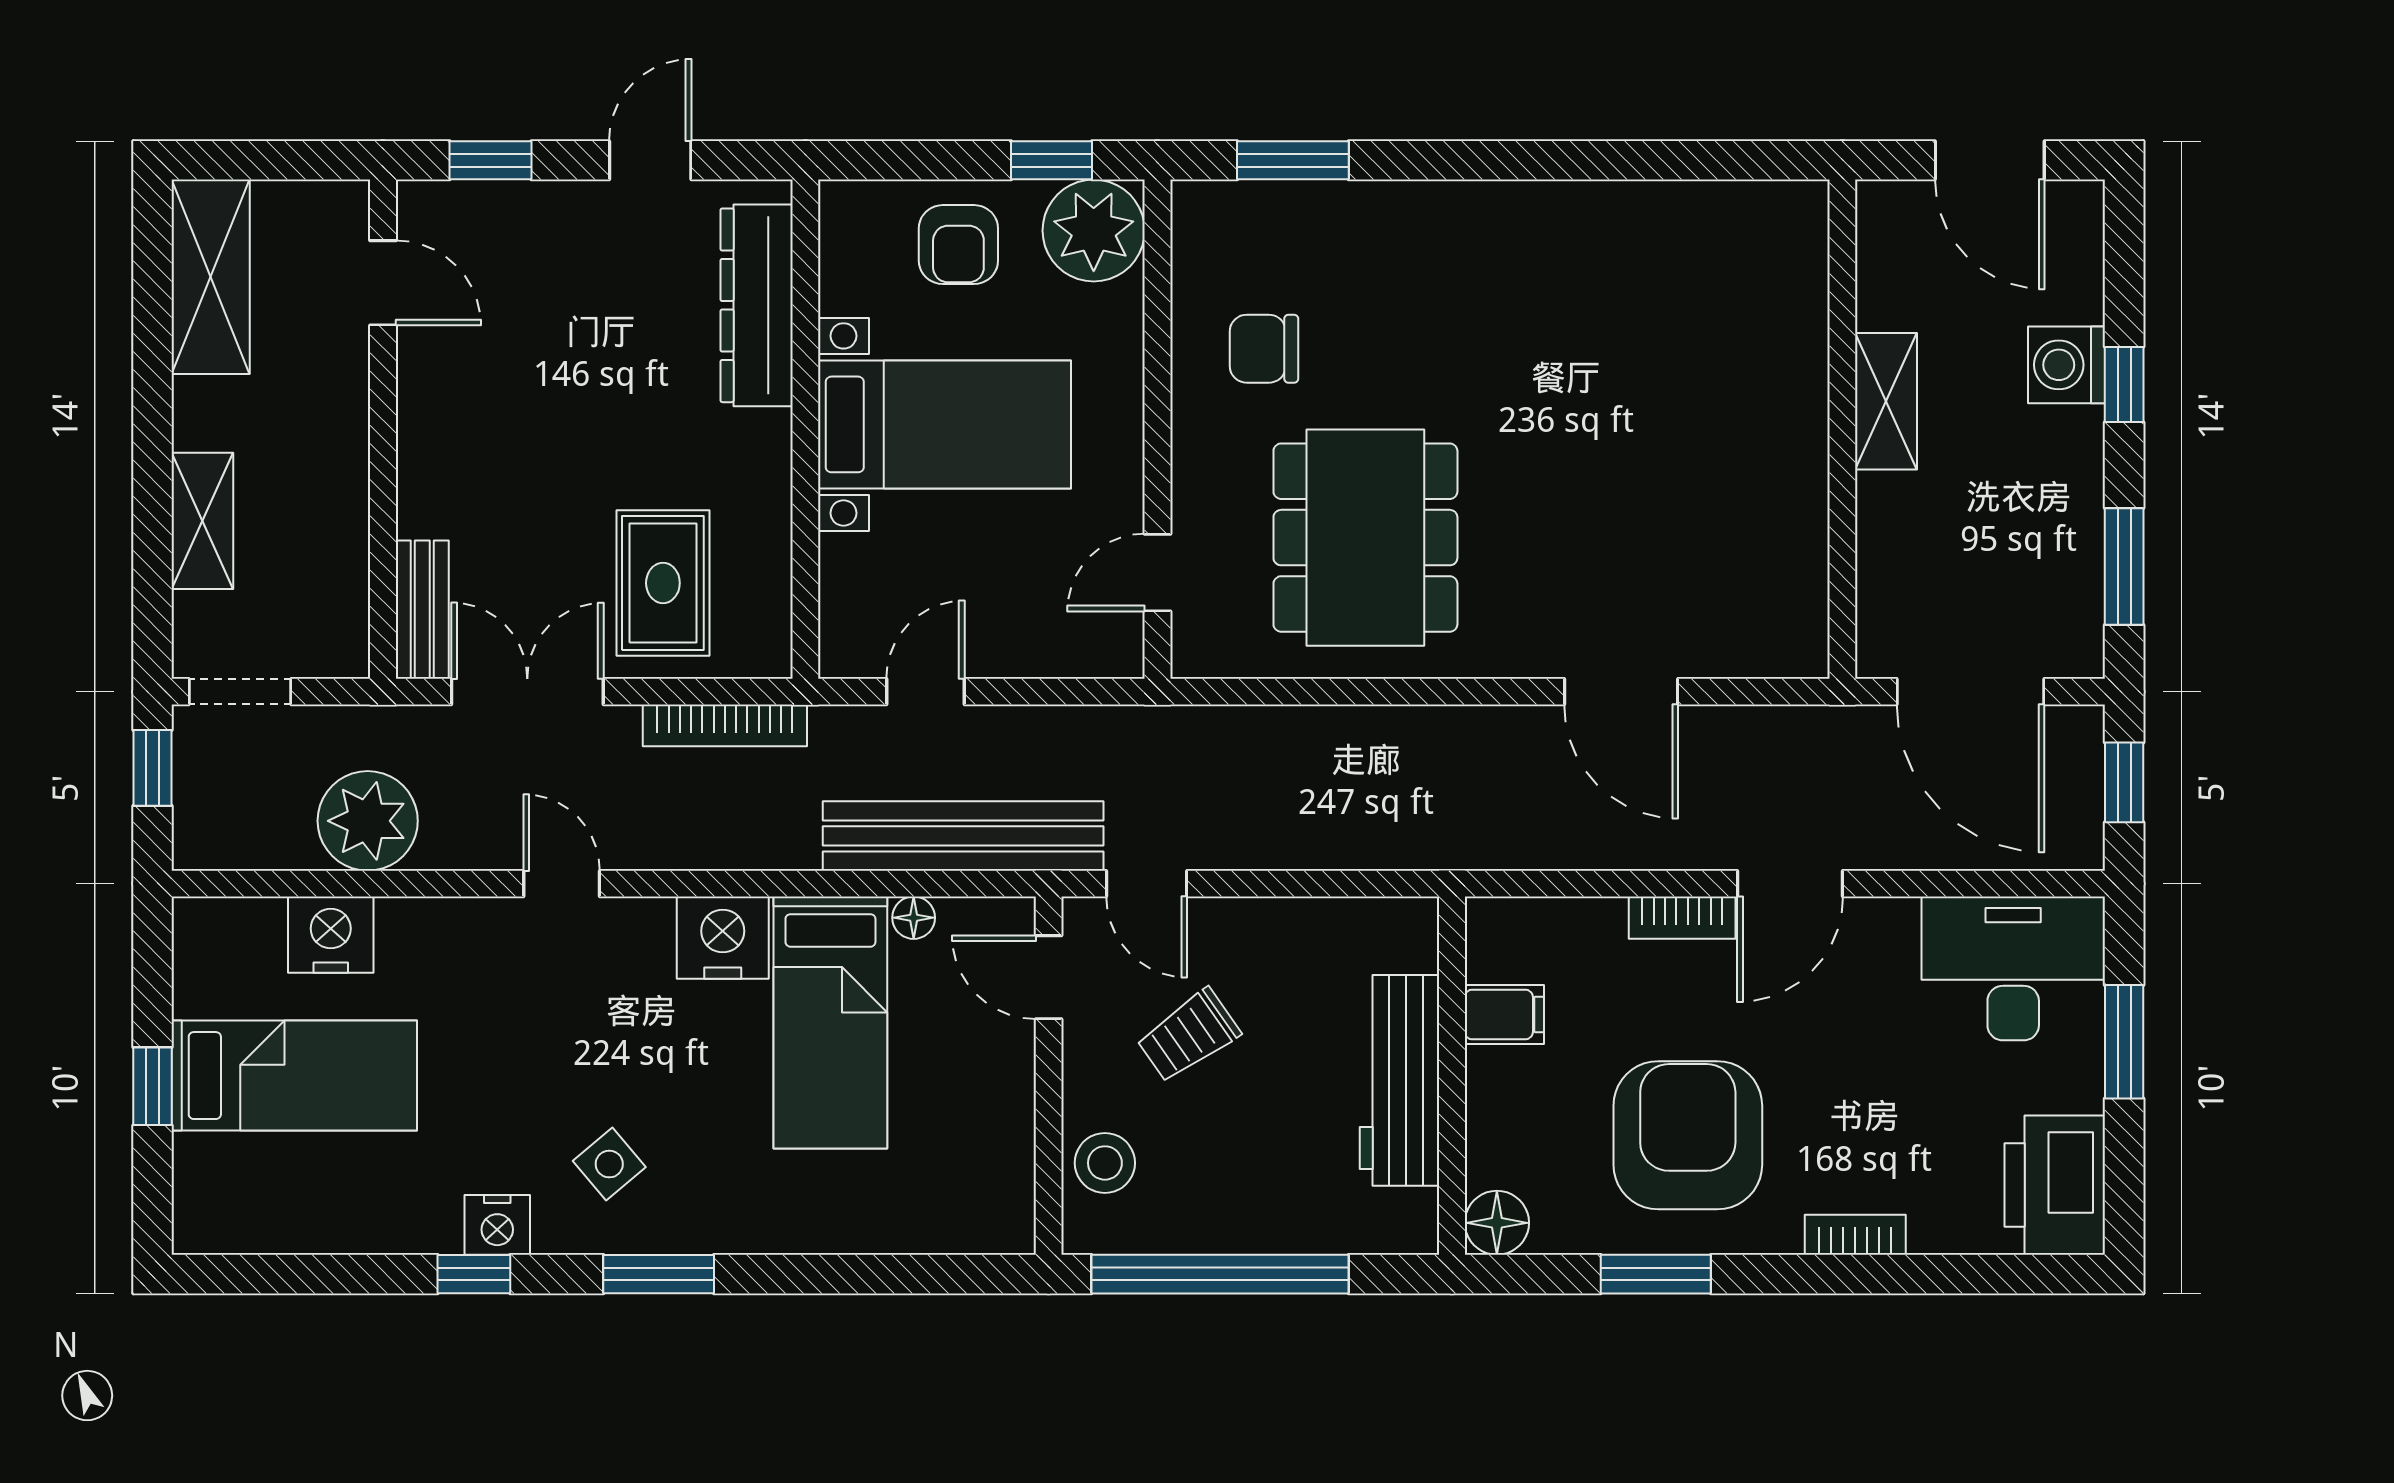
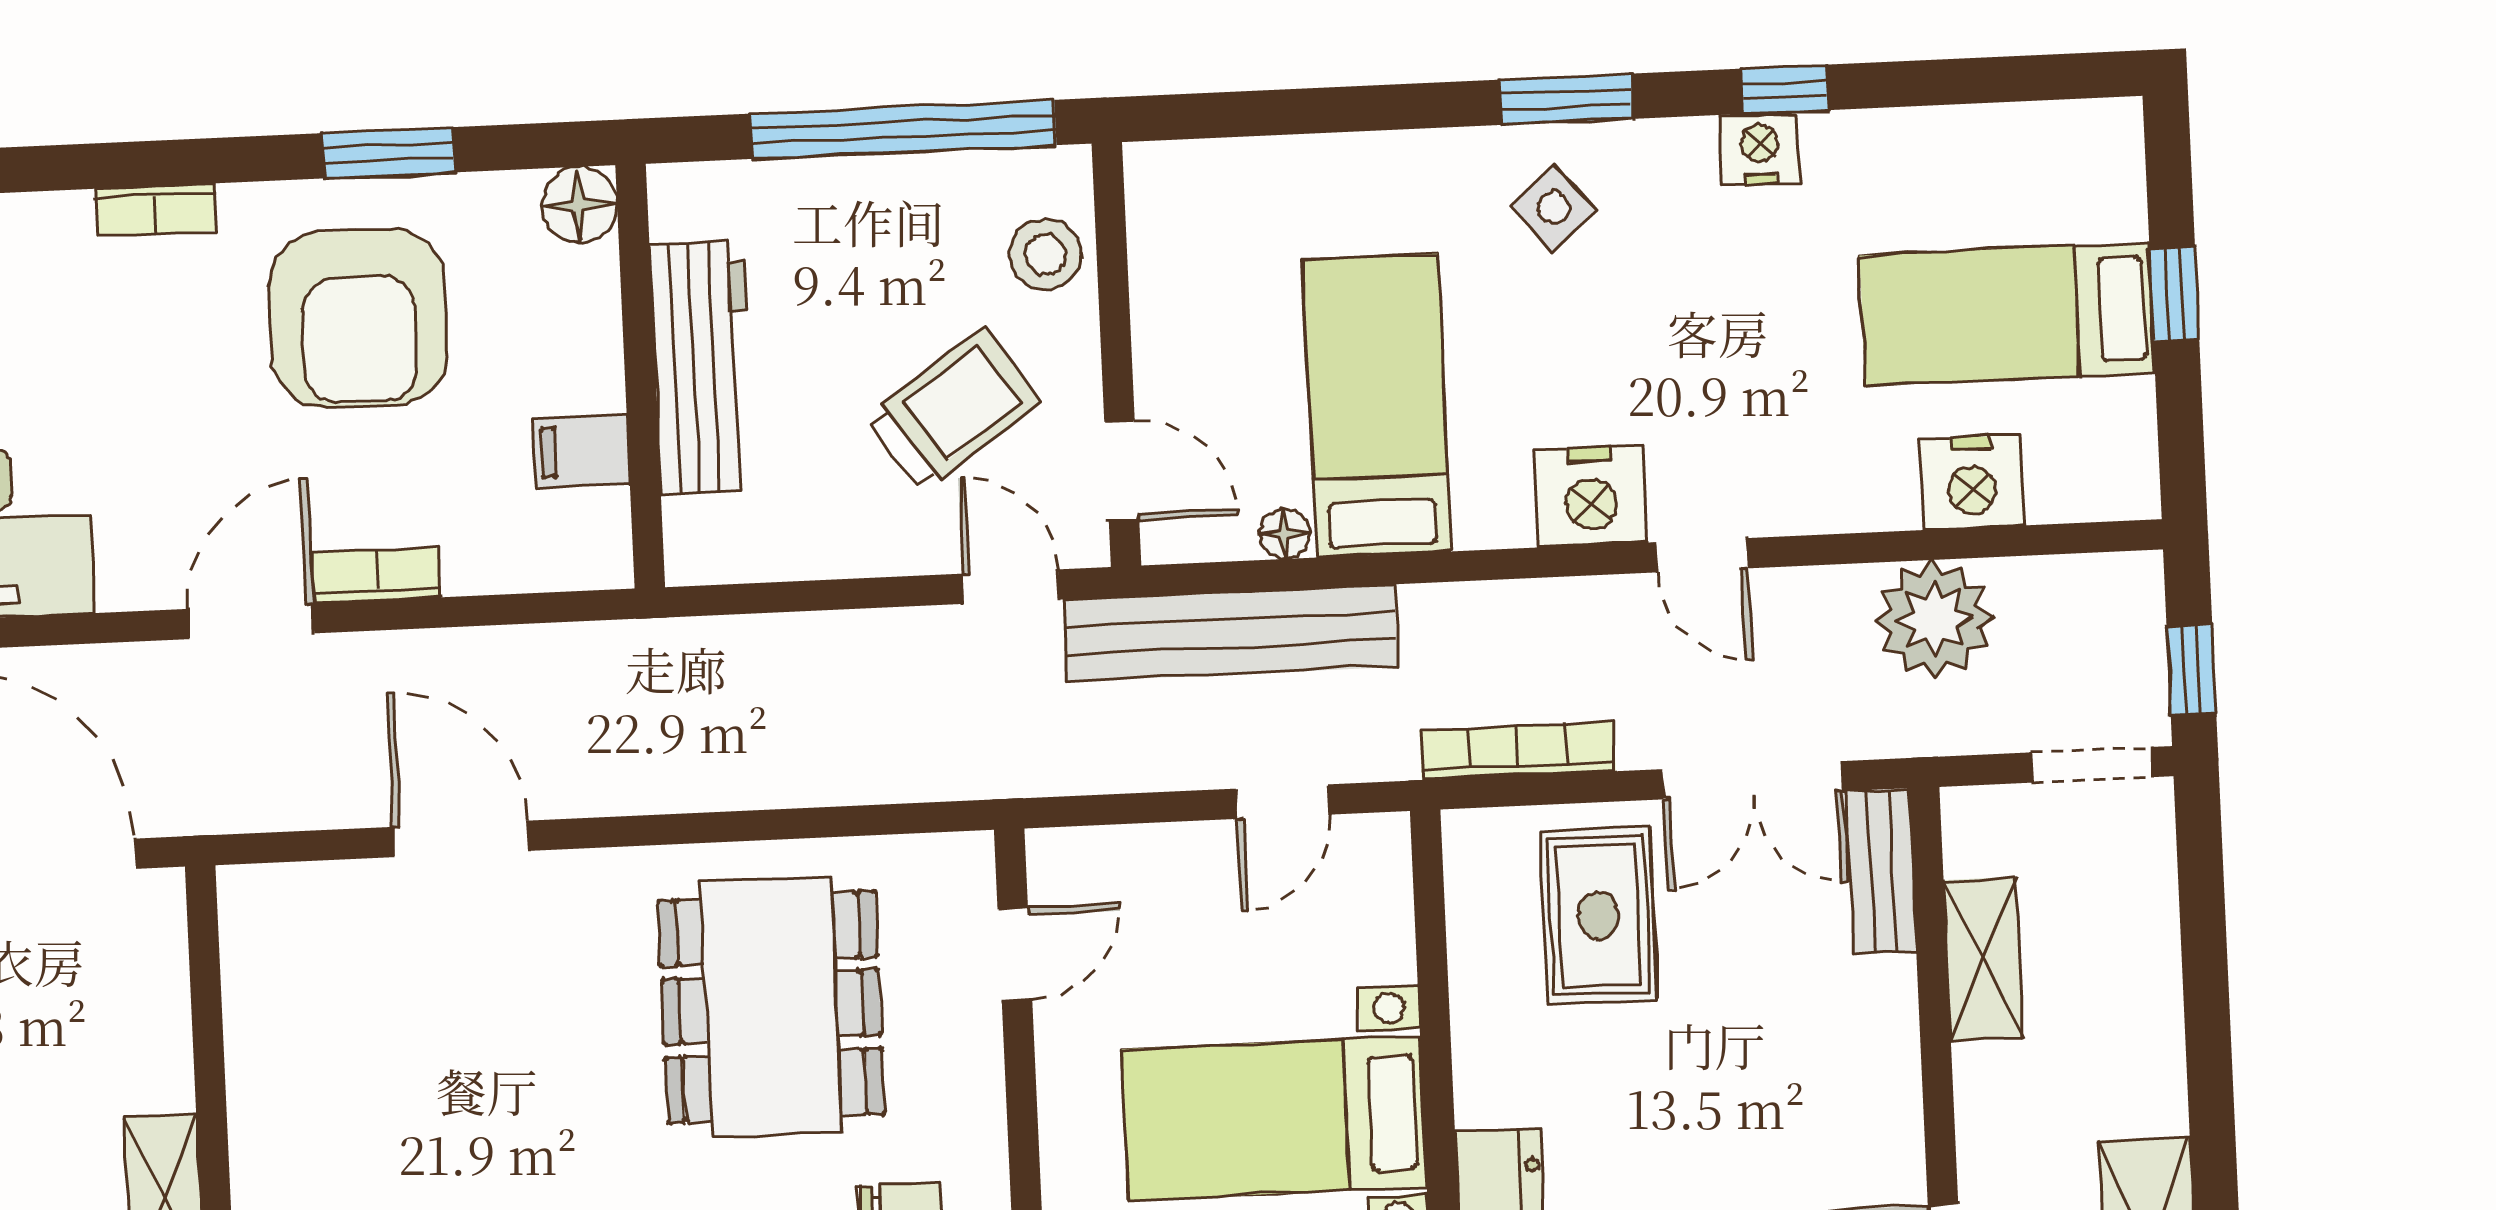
shelving: (202, 521) -> (1983, 959), moved
nightstand: (723, 938) -> (1591, 496), moved
trolley: (1189, 1036) -> (953, 409), width x1.36, depth x1.39
side table: (609, 1164) -> (1553, 208), moved

